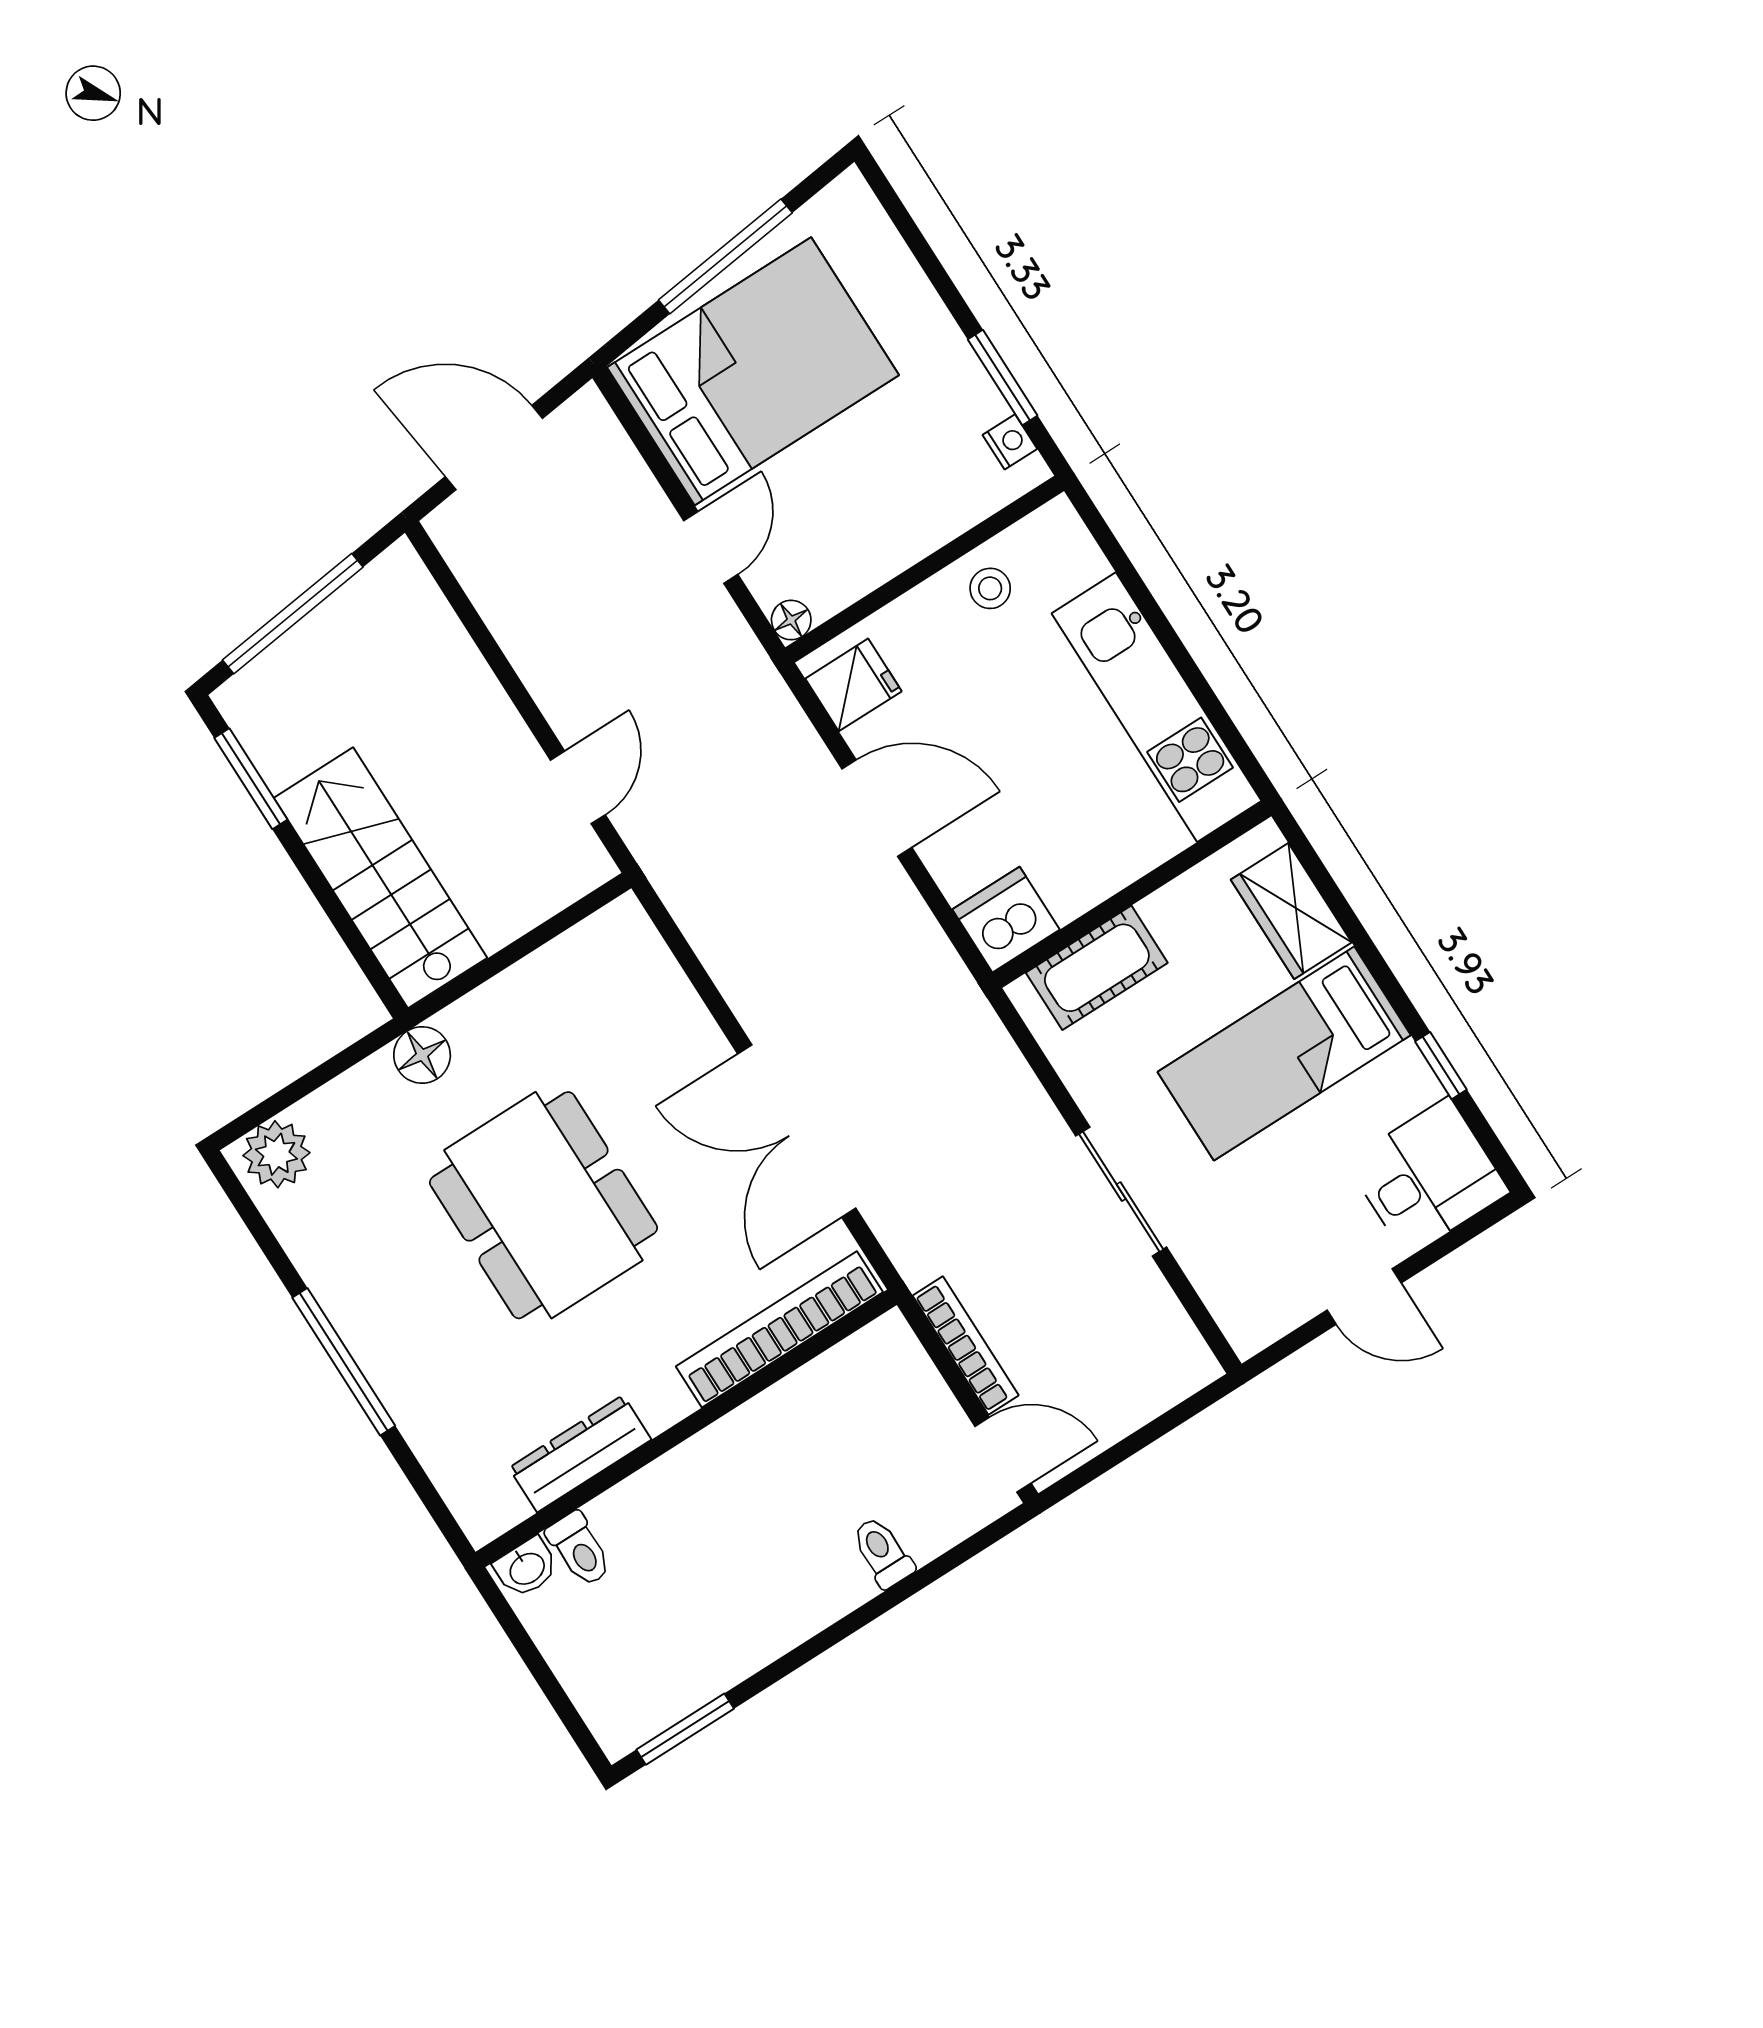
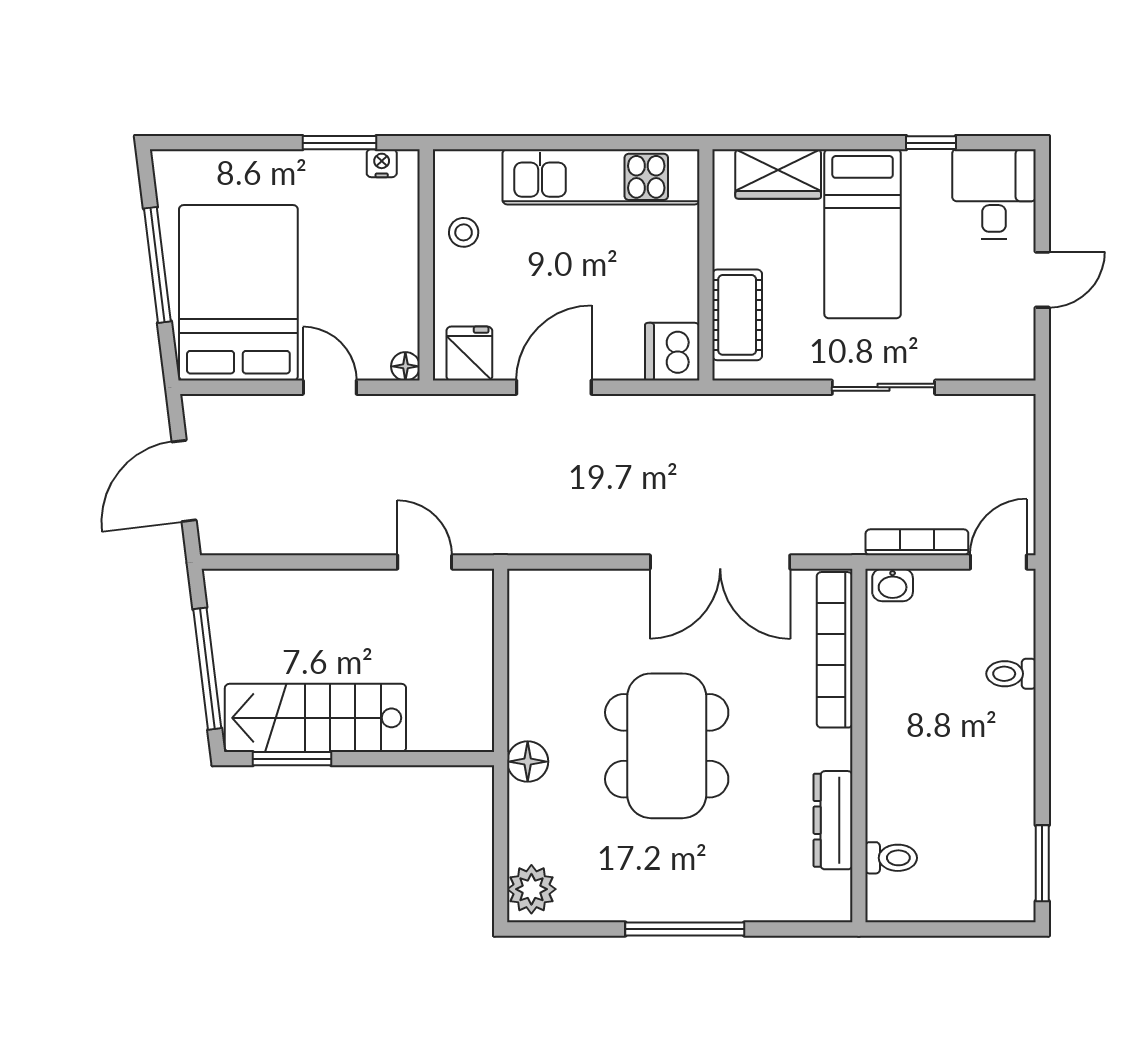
stairs: (381, 878) -> (315, 718), moved
dining table: (543, 1205) -> (667, 746), turned 90
washbasin: (526, 1568) -> (893, 585), moved, turned 90

